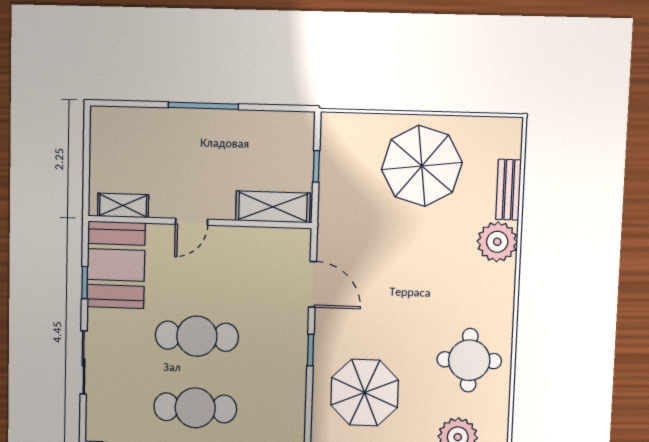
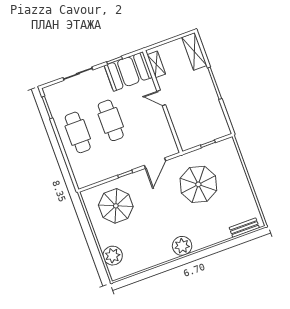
parasol: (422, 166) -> (198, 184), moved
bench: (509, 190) -> (244, 228), moved
shelving: (273, 207) -> (194, 51), moved
plant: (497, 242) -> (182, 246), moved
round table: (469, 360) -> (149, 246), removed

